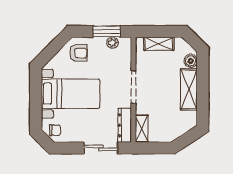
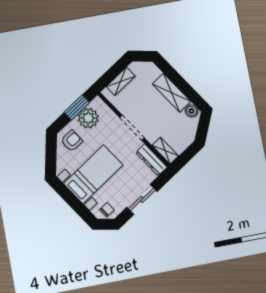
plant: (113, 43) -> (88, 118), width x1.88, depth x1.88
boiler: (191, 61) -> (192, 111), moved
sliding door: (101, 148) -> (142, 199), moved

